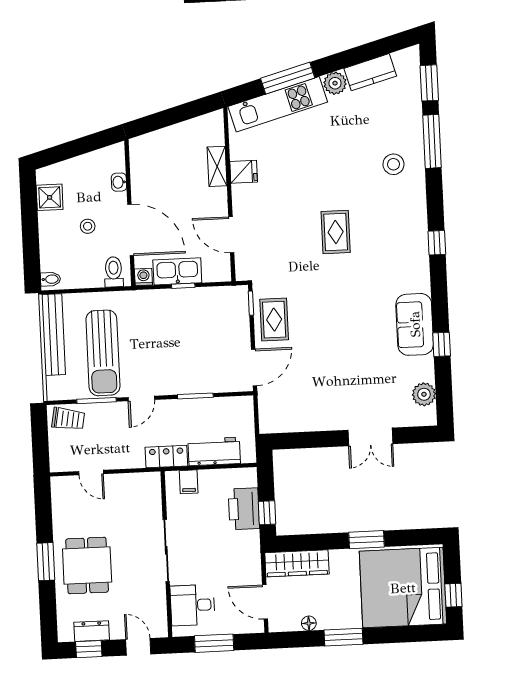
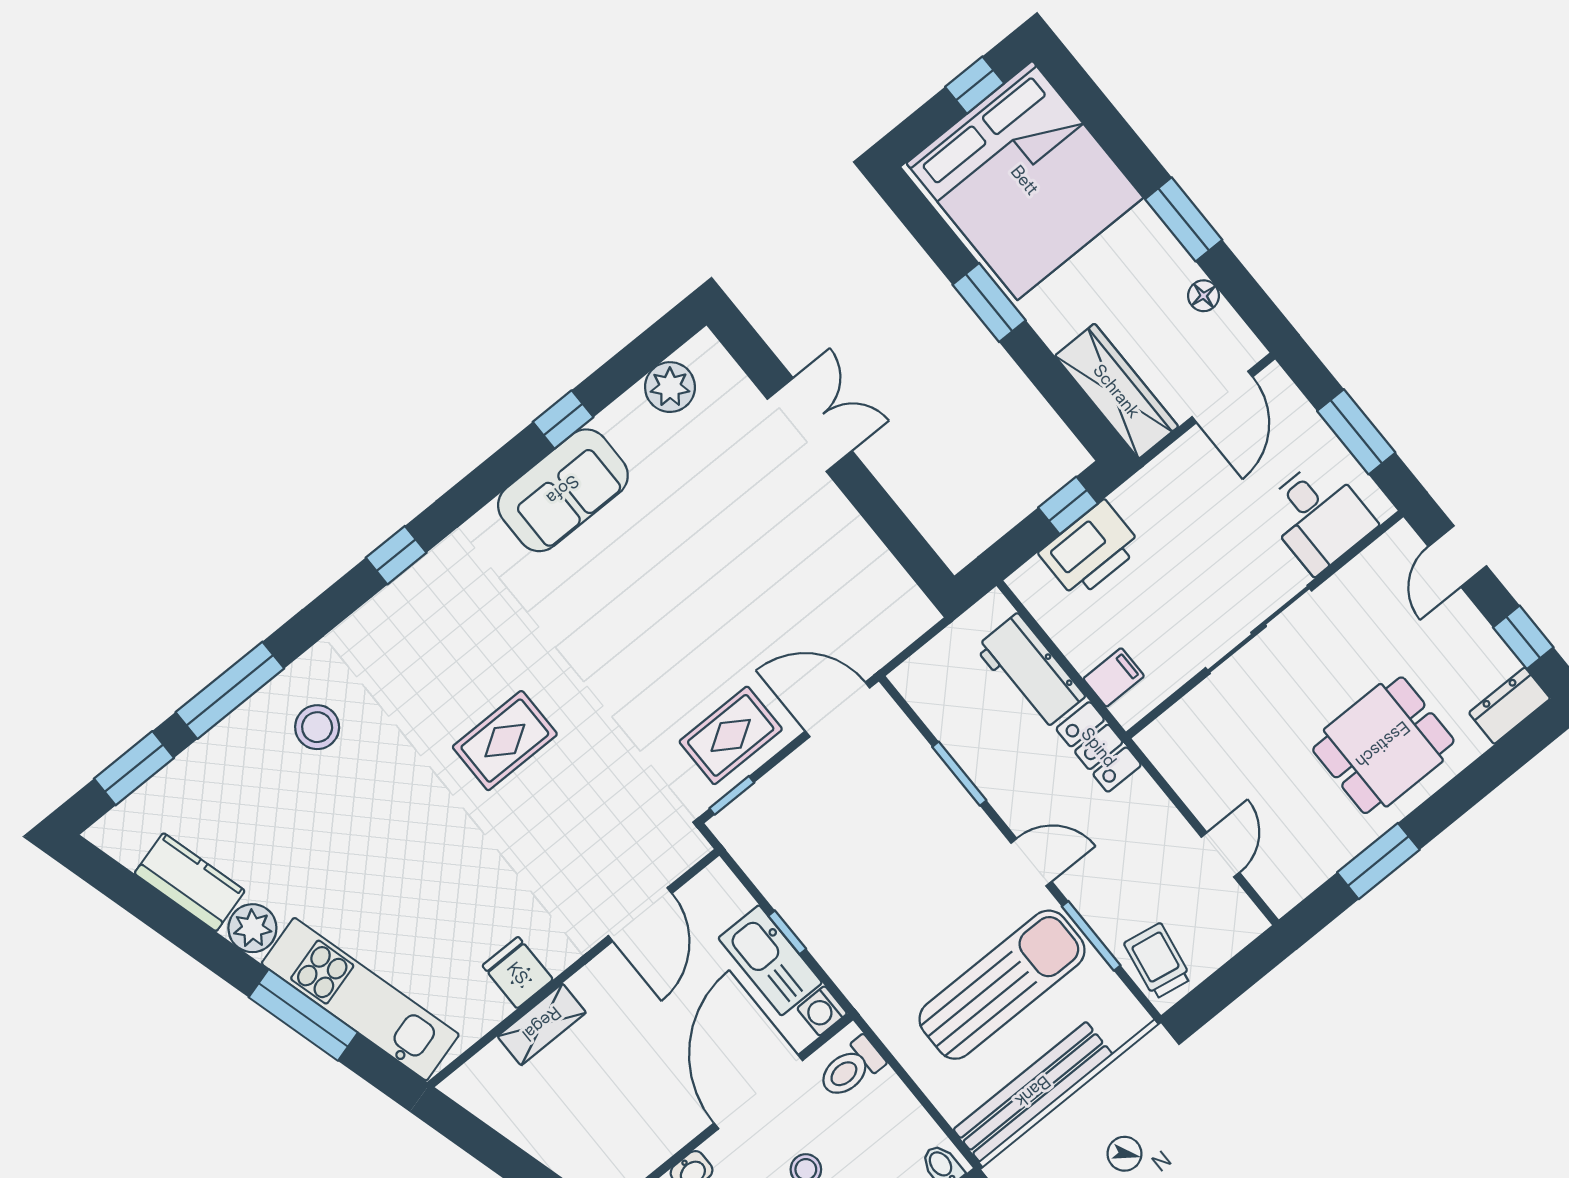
window: (46, 562) -> (1378, 861), moved
dresser: (92, 631) -> (1510, 706), moved, turned 90

